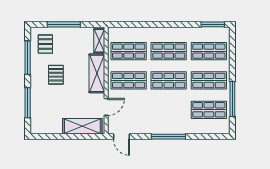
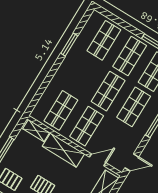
window: (213, 24) -> (69, 45), moved
shop shelf: (169, 51) -> (134, 107), moved
door: (106, 107) -> (98, 160), hinge flipped

